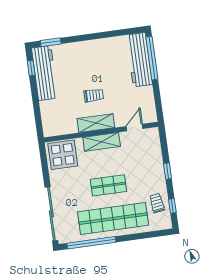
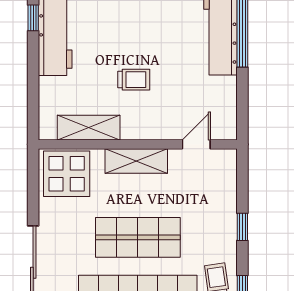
shelving: (96, 123) -> (89, 128), moved
shop shelf: (108, 185) -> (138, 237), width x1.43, depth x1.36

